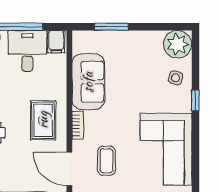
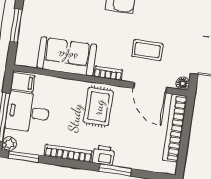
rug: (43, 120) -> (98, 107), turned 90
door: (69, 169) -> (150, 88), hinge flipped

